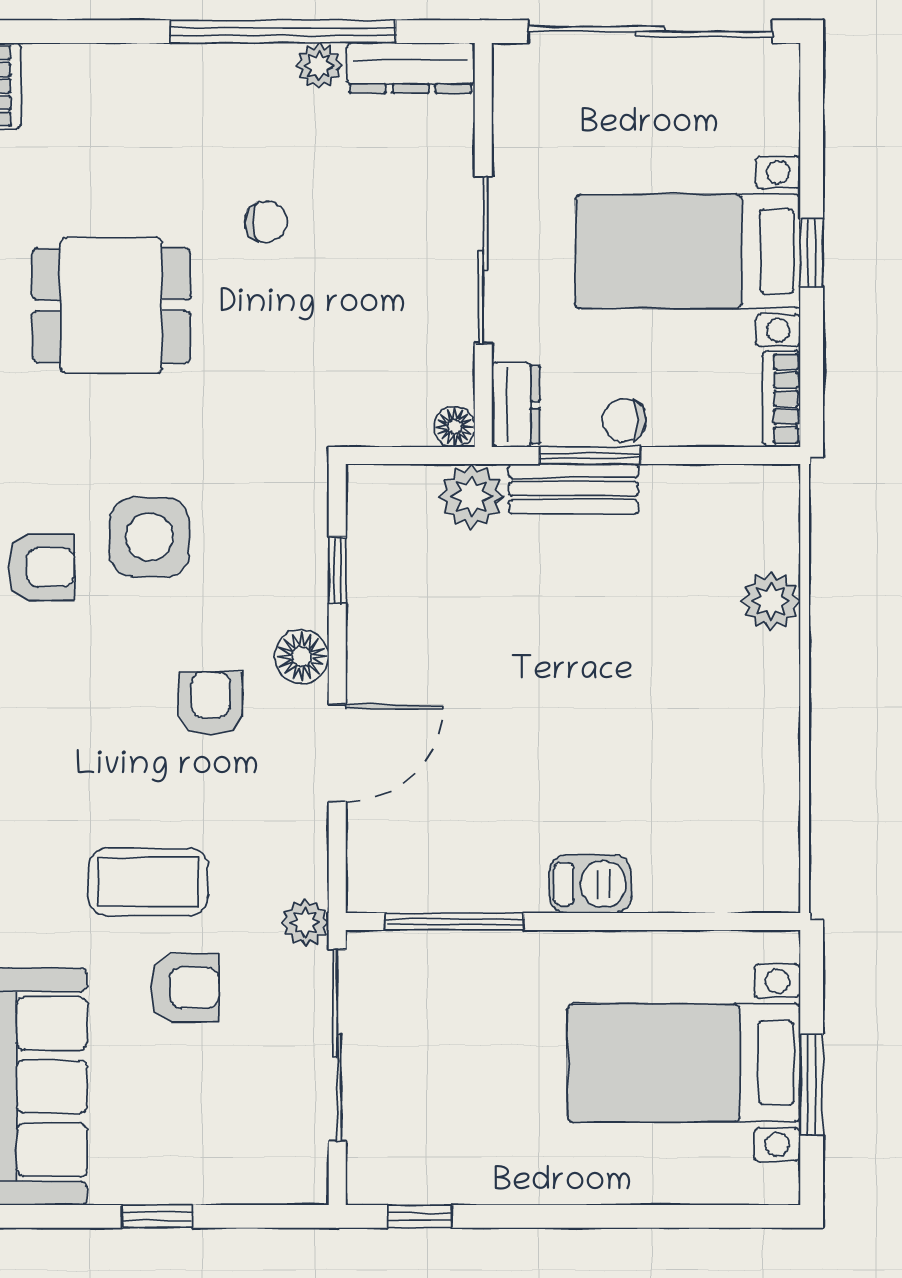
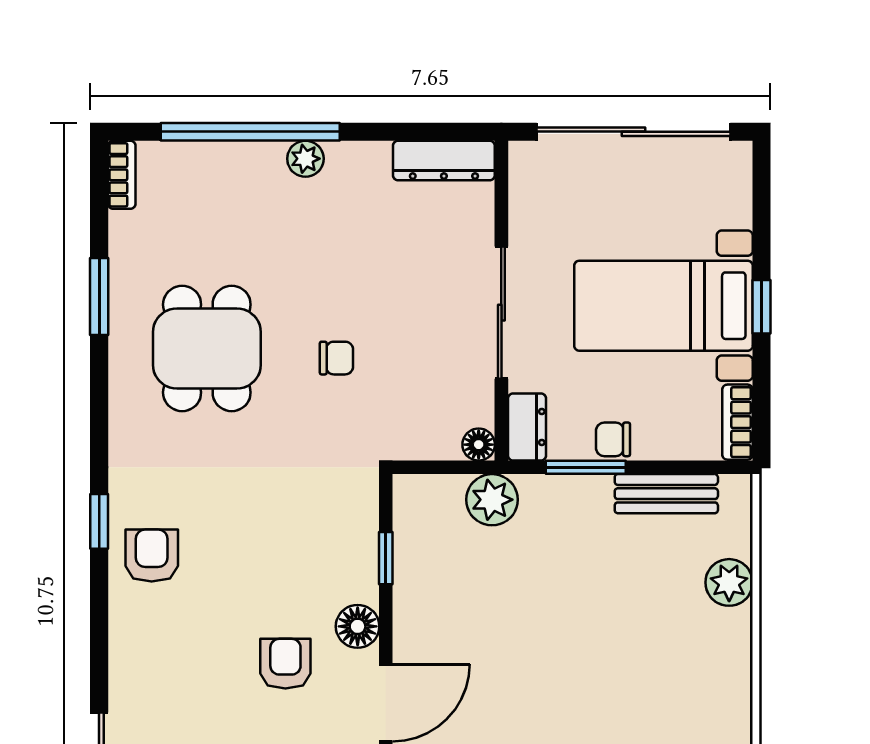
window: (283, 32) -> (250, 132), moved
plant: (319, 66) -> (305, 159), moved
chair: (266, 222) -> (336, 358), moved
dining table: (111, 305) -> (207, 348), turned 90
bench: (573, 489) -> (666, 494), moved
side table: (149, 537) -> (237, 532), removed
armchair: (41, 567) -> (152, 556), turned -90

